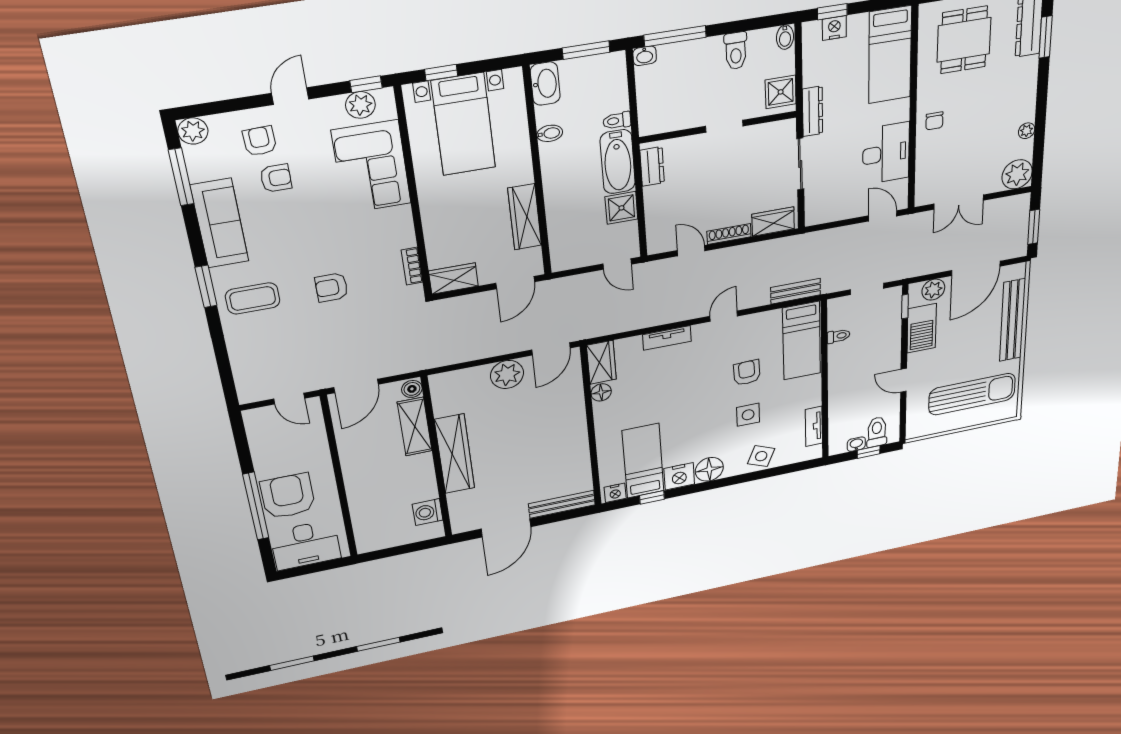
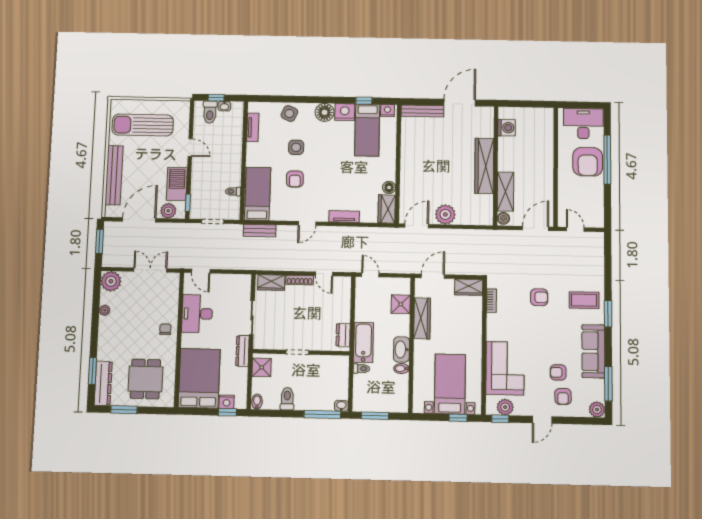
bed: (890, 55) -> (199, 378), width x1.50
washbasin: (545, 84) -> (401, 349), moved
shower: (621, 208) -> (401, 304), moved

